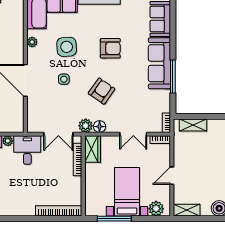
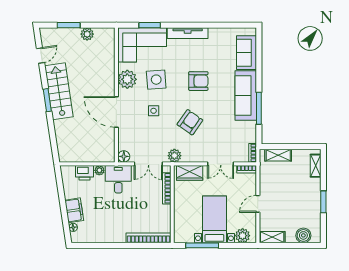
plant: (32, 42) -> (127, 79), width x1.88, depth x1.88
floor lamp: (100, 127) -> (124, 156), moved
wardrobe: (93, 149) -> (190, 173), moved, turned 90

